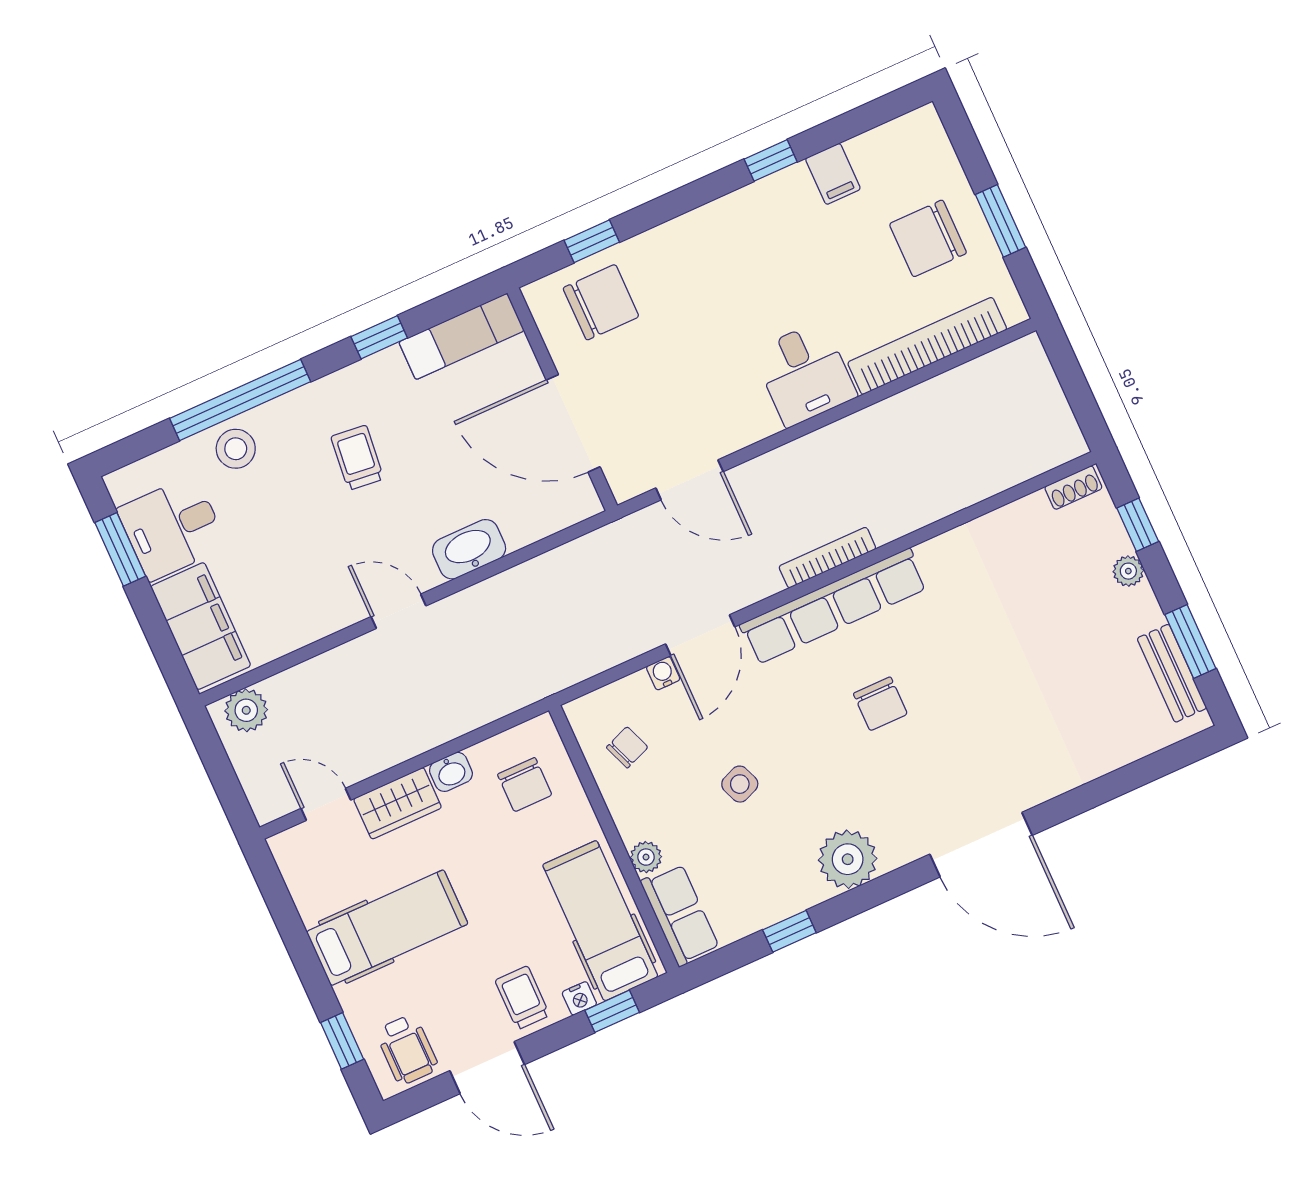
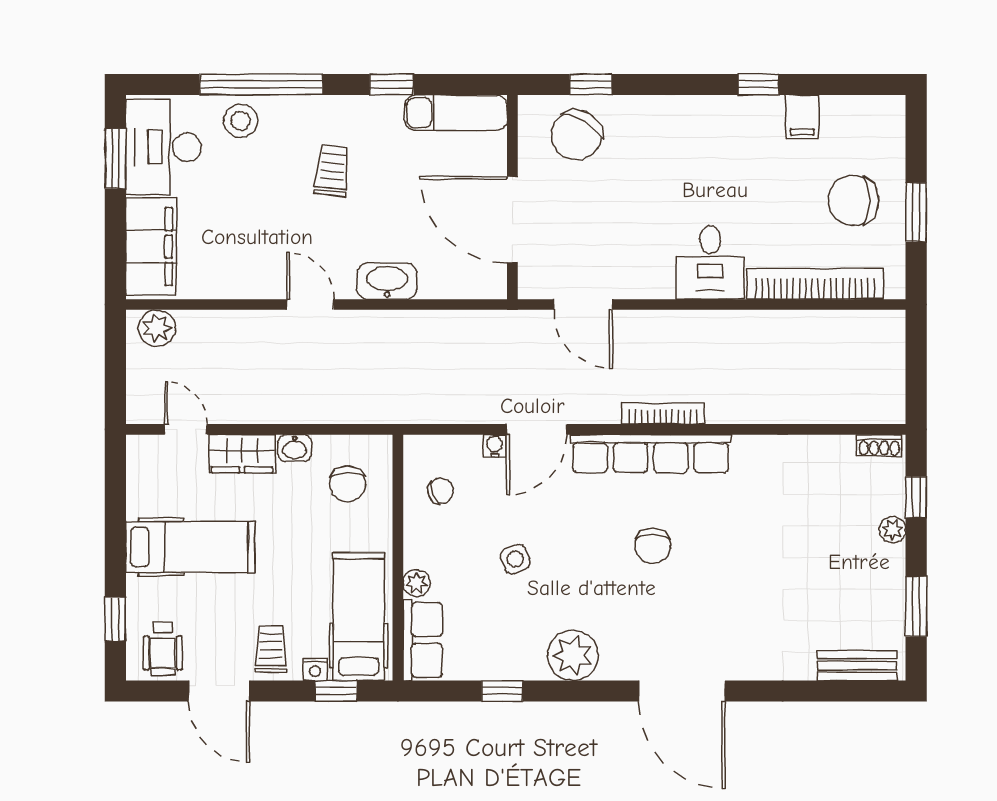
chair: (601, 302) -> (577, 135), turned 121
desk: (172, 528) -> (163, 147), width x1.37
bench: (1172, 673) -> (857, 666), moved, turned 90

